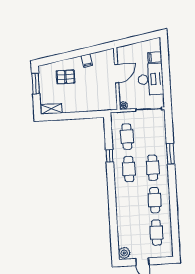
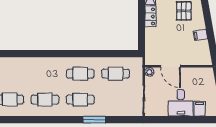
door: (117, 74) -> (171, 66), moved
desk: (151, 79) -> (181, 103), width x0.73
locker: (72, 108) -> (150, 16), added
window: (110, 156) -> (96, 54), removed

